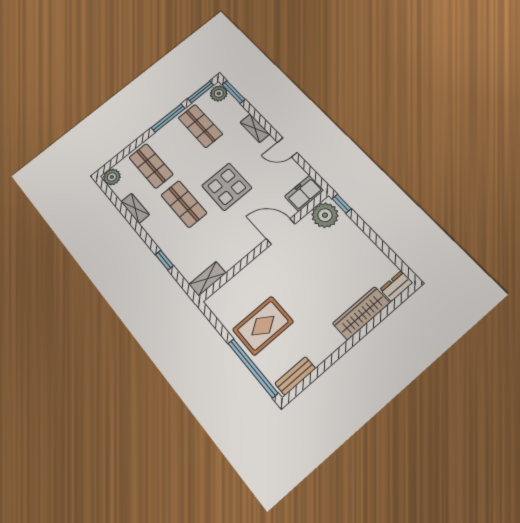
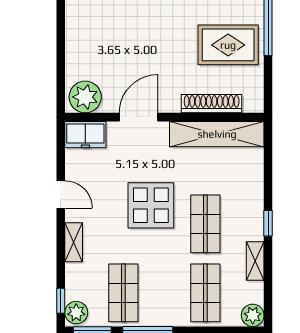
window: (234, 92) -> (61, 301), width x0.67
window: (342, 204) -> (61, 94), removed
door: (281, 231) -> (139, 117), swing flipped
window: (164, 260) -> (268, 223), moved
shelving: (207, 279) -> (217, 134), width x2.20, depth x1.33
shoe rack: (242, 279) -> (212, 104), added

